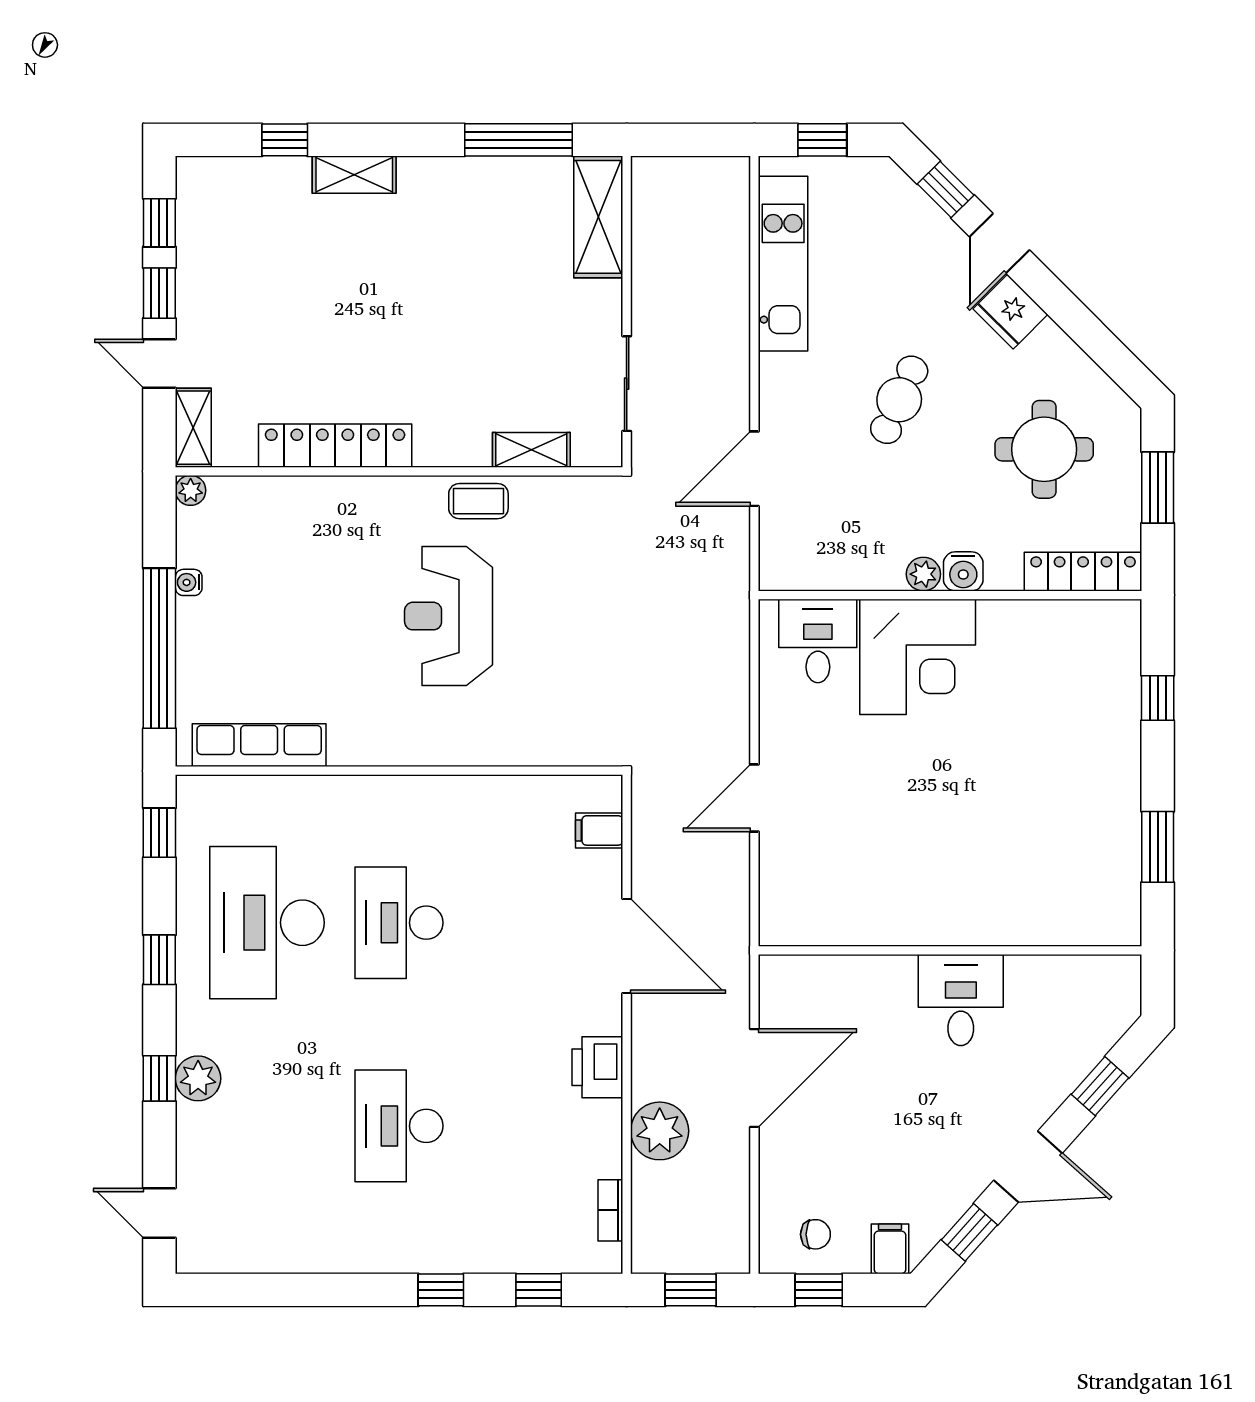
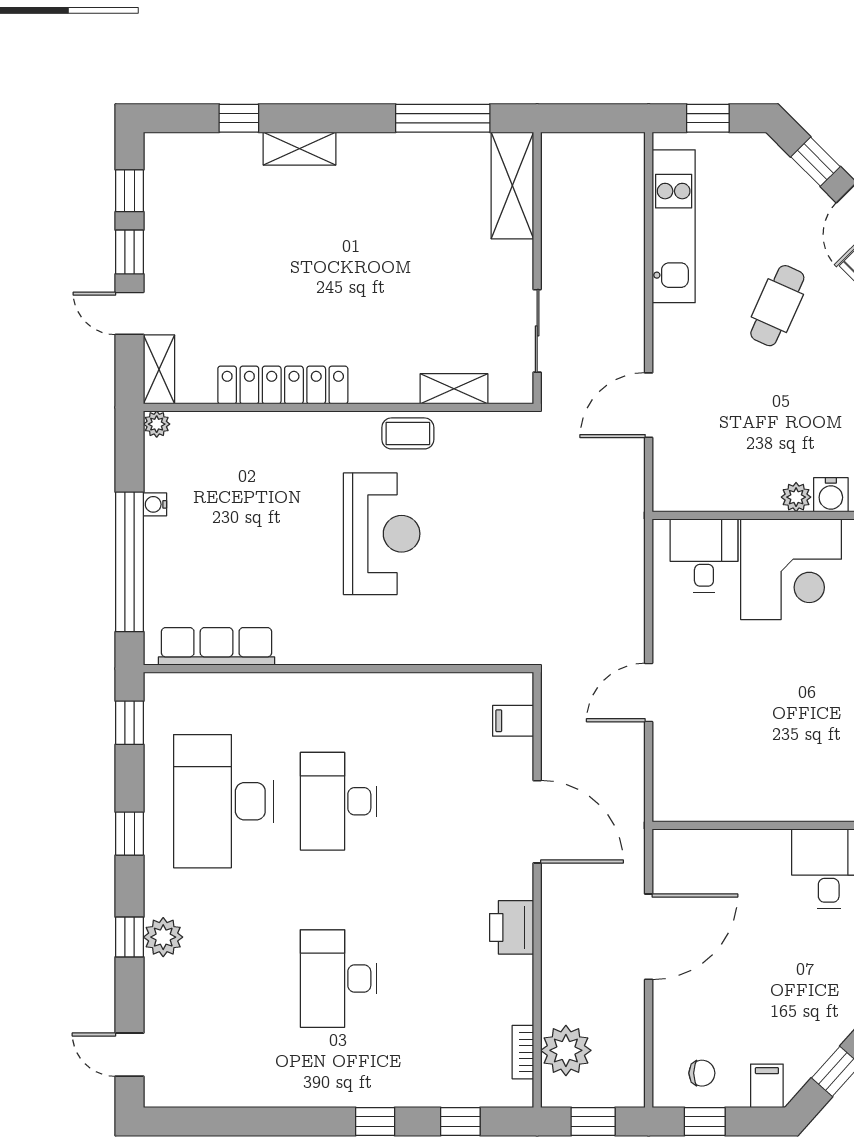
cafe table: (899, 400) -> (777, 306), moved
reception desk: (448, 616) -> (382, 534), turned 180
plant: (660, 1131) -> (566, 1050), moved

